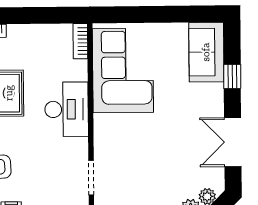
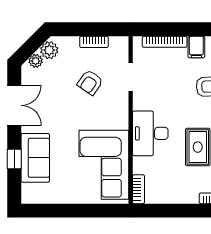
sofa: (206, 52) -> (35, 158), moved
armchair: (141, 171) -> (90, 82), added

